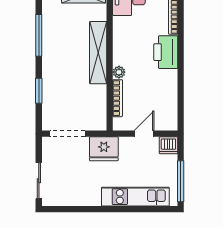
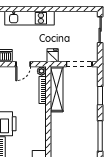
shelving: (98, 53) -> (57, 89), moved
plant: (119, 72) -> (42, 71), moved
fridge: (104, 149) -> (53, 55), width x0.53, depth x0.75

